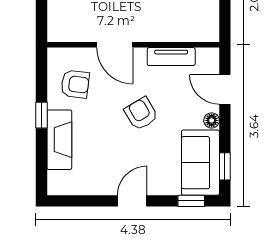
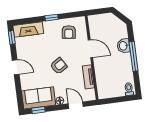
door: (115, 45) -> (90, 49), swing flipped
door: (225, 89) -> (76, 105), hinge flipped
fireplace: (59, 140) -> (28, 30), moved
window: (191, 201) -> (12, 38), moved

